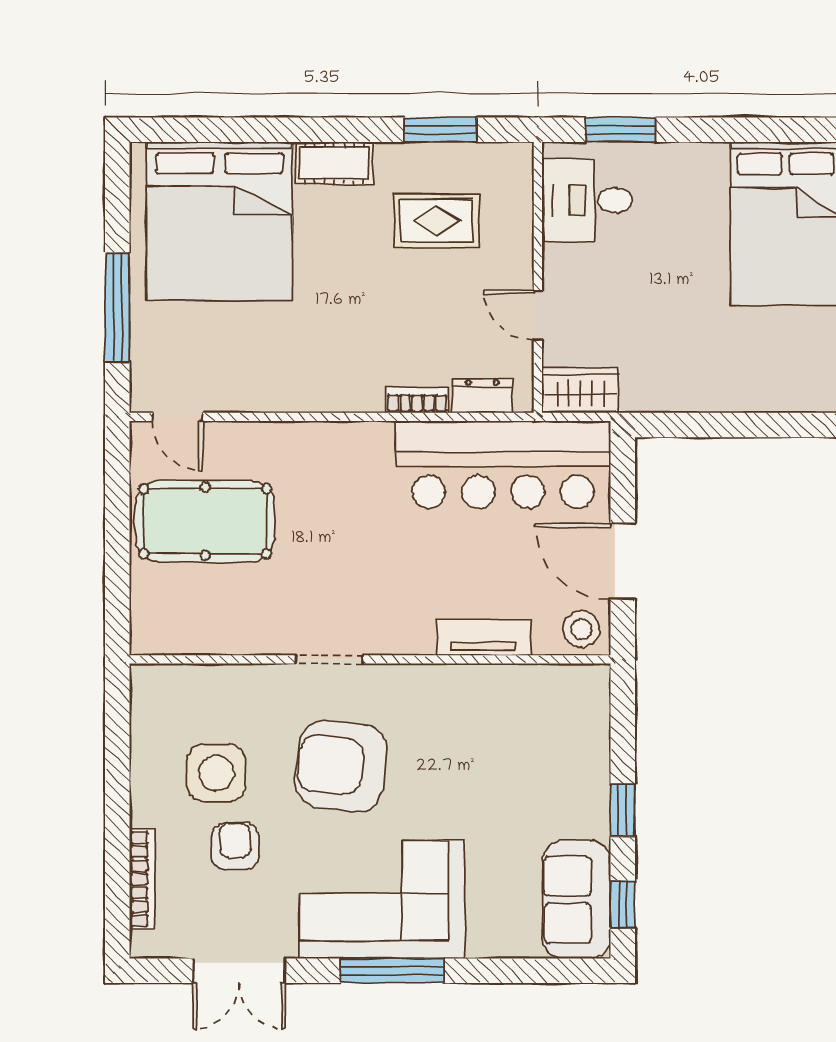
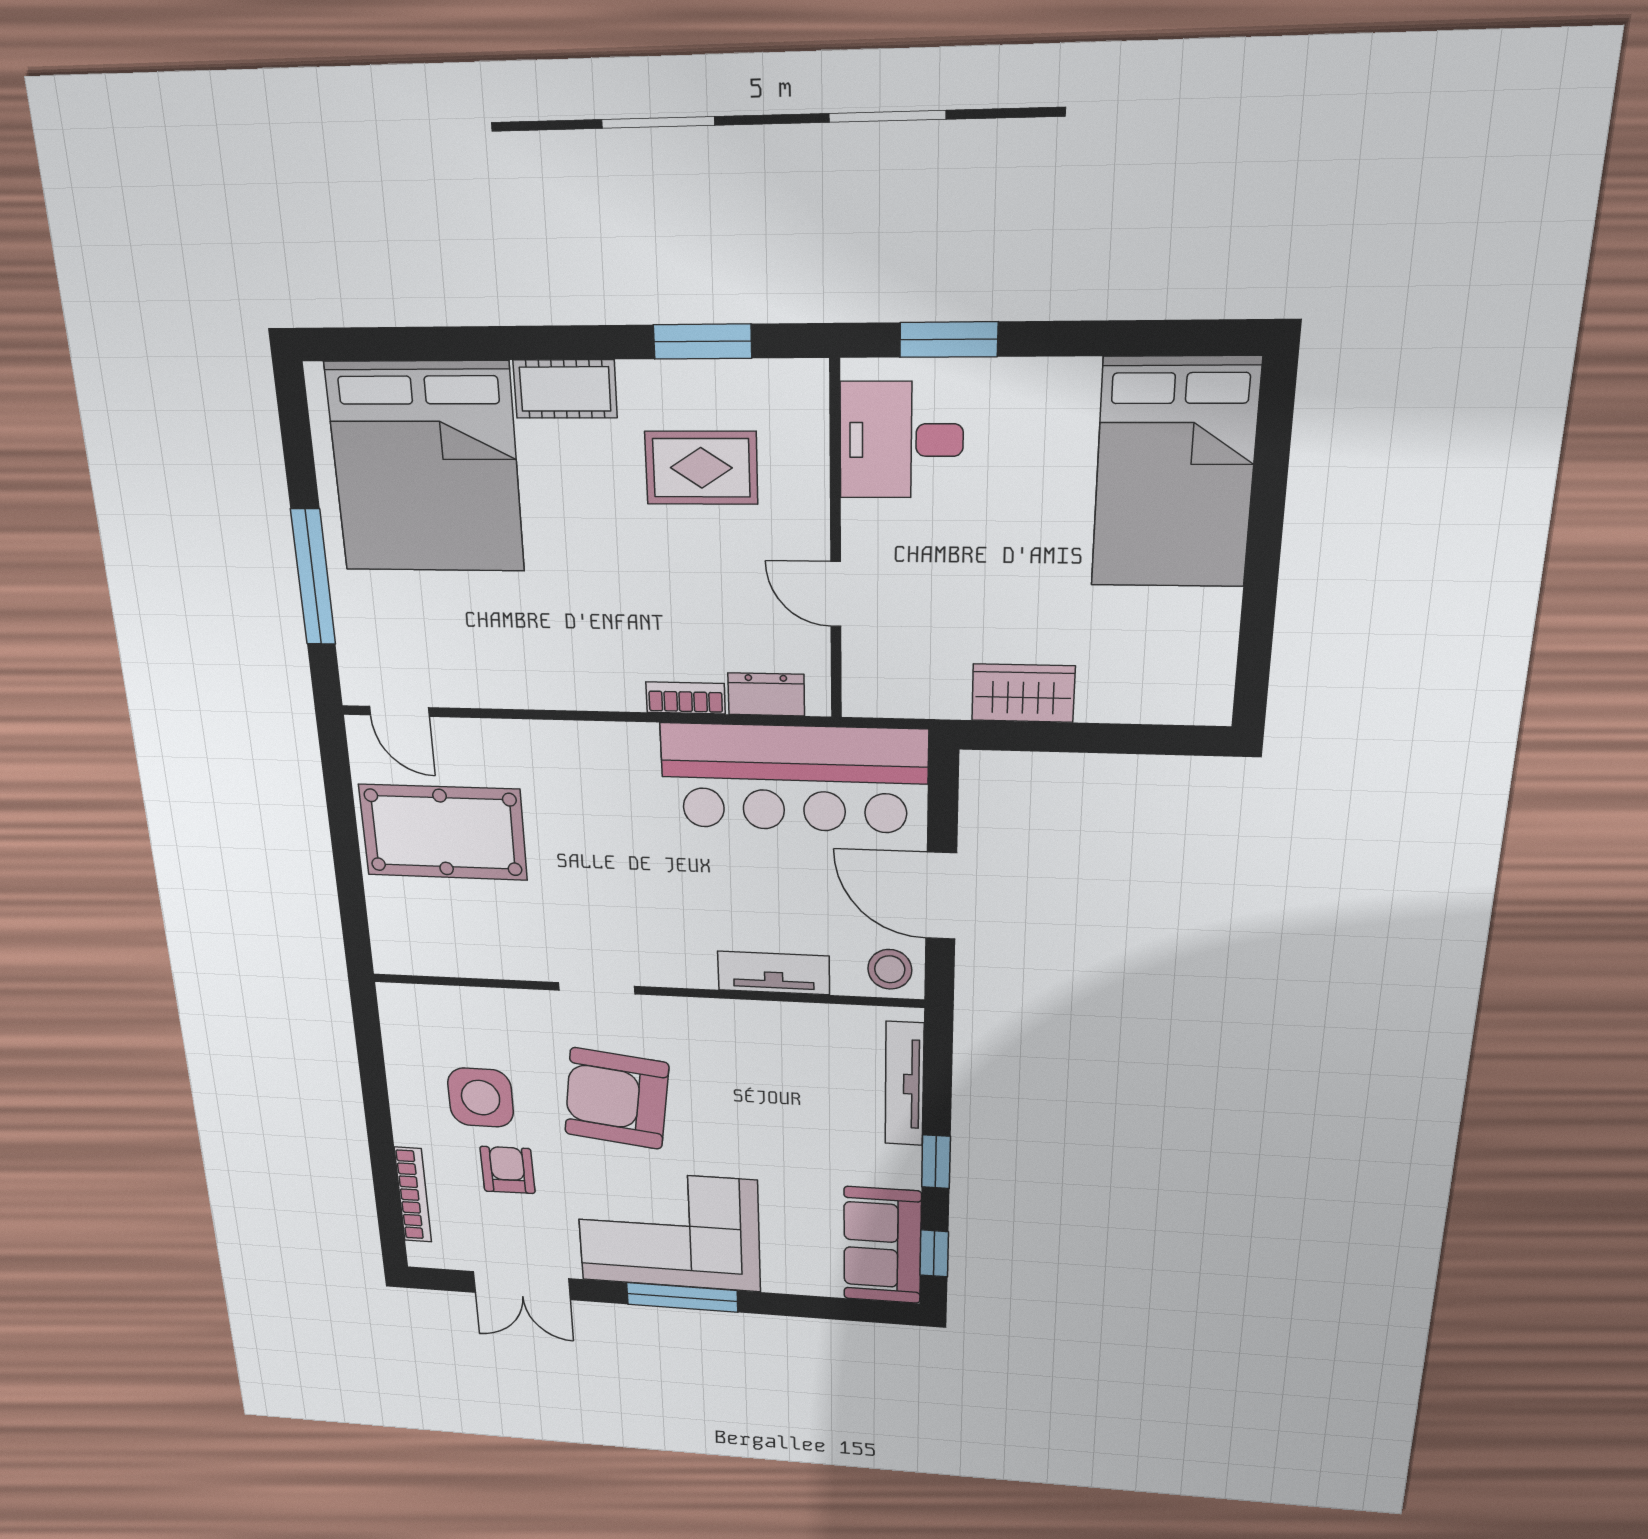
wardrobe: (581, 390) -> (1023, 693), moved
tv unit: (595, 736) -> (904, 1084), added

